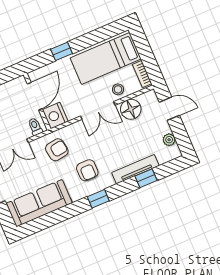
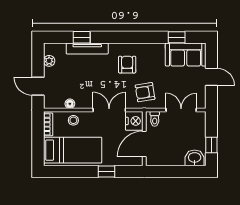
floor lamp: (131, 109) -> (70, 104), width x0.53, depth x0.53
double door: (98, 111) -> (109, 110), moved
window: (98, 199) -> (177, 37), moved
sofa: (39, 203) -> (186, 54), width x0.73

